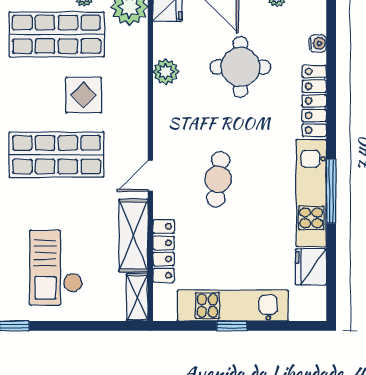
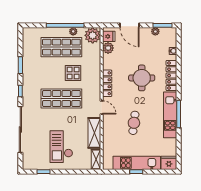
round table: (240, 67) -> (142, 78), moved
plant: (166, 72) -> (108, 48), moved
door: (150, 176) -> (102, 107), swing flipped
cafe table: (218, 179) -> (134, 123), moved
locker: (163, 251) -> (107, 83), moved
fridge: (311, 267) -> (169, 163), moved, turned 90

